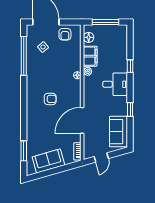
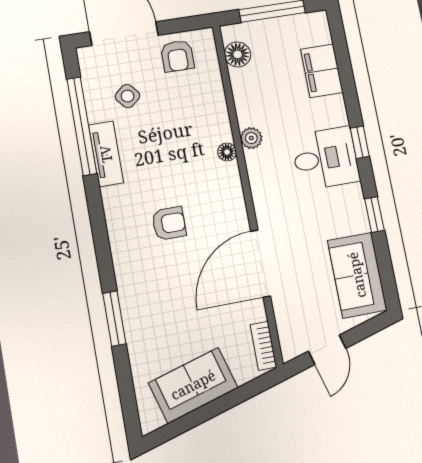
filing cabinet: (90, 56) -> (322, 71), moved, turned 180
window: (130, 66) -> (360, 142), moved
tv unit: (31, 68) -> (106, 154), added
window: (24, 151) -> (114, 319), moved

